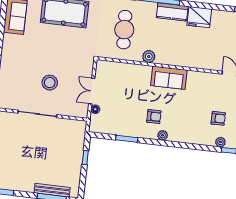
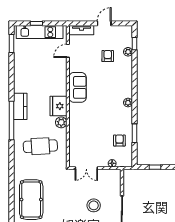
fridge: (199, 17) -> (58, 106), moved, turned 180
sofa: (169, 78) -> (78, 87), moved
double door: (92, 91) -> (86, 168), moved
armchair: (154, 117) -> (119, 141), moved

